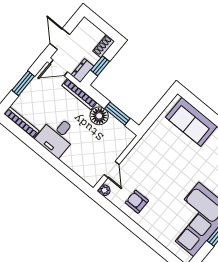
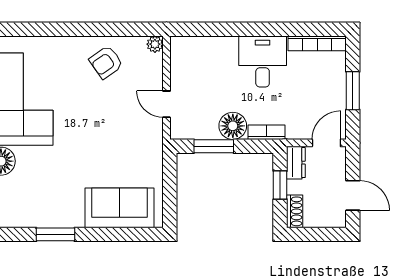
door: (60, 39) -> (353, 195), moved
bookcase: (79, 94) -> (267, 132), width x0.64
door: (112, 170) -> (167, 104), moved
armchair: (137, 202) -> (106, 62), turned 145

